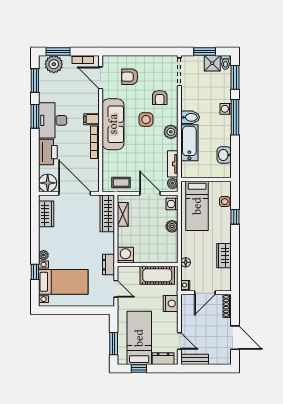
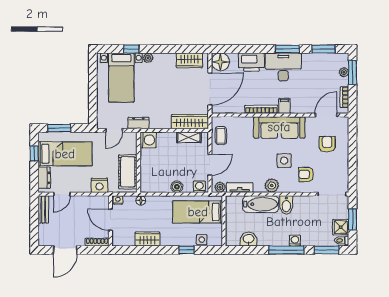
plant: (54, 64) -> (344, 72), width x0.53, depth x0.53

